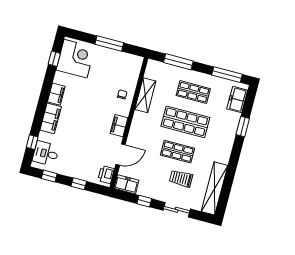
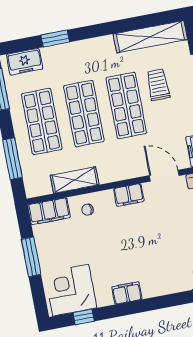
shop shelf: (193, 92) -> (42, 122), width x1.43, depth x1.36
filing cabinet: (51, 118) -> (49, 211), moved, turned 180
shop shelf: (178, 152) -> (126, 105), width x1.43, depth x1.36
trolley: (181, 179) -> (158, 85), turned 180

